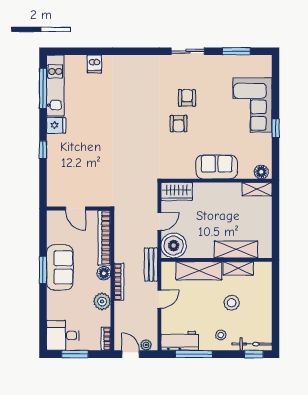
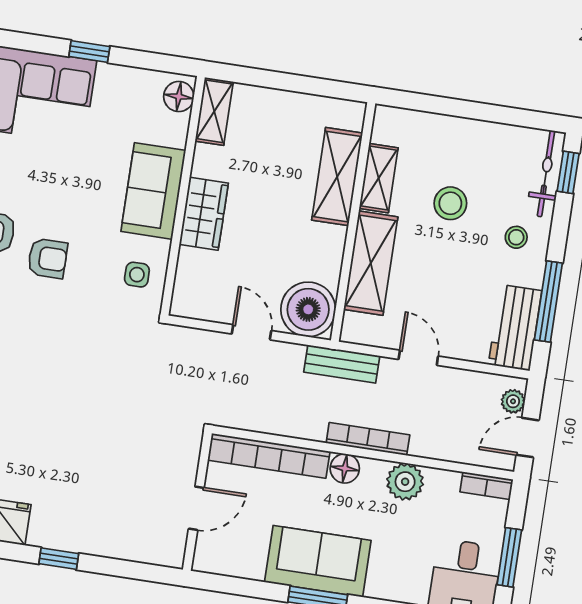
side table: (177, 165) -> (137, 275), added
wardrobe: (177, 191) -> (204, 214), moved

